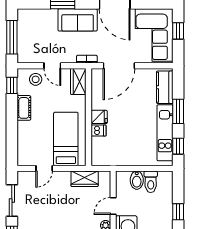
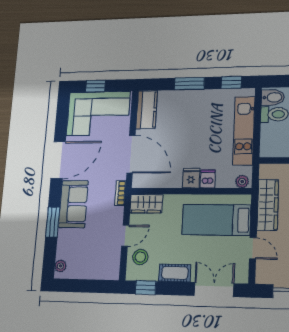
plant: (27, 14) -> (61, 266), added
window: (12, 37) -> (87, 286), removed
kitchen counter: (165, 87) -> (147, 110), moved, turned -90
kitchen unit: (165, 133) -> (244, 131), moved, turned 90
double door: (12, 140) -> (214, 290), added
plant: (96, 158) -> (242, 182), added
wardrobe: (85, 179) -> (268, 205), width x1.50
bidet: (137, 180) -> (273, 97), moved

